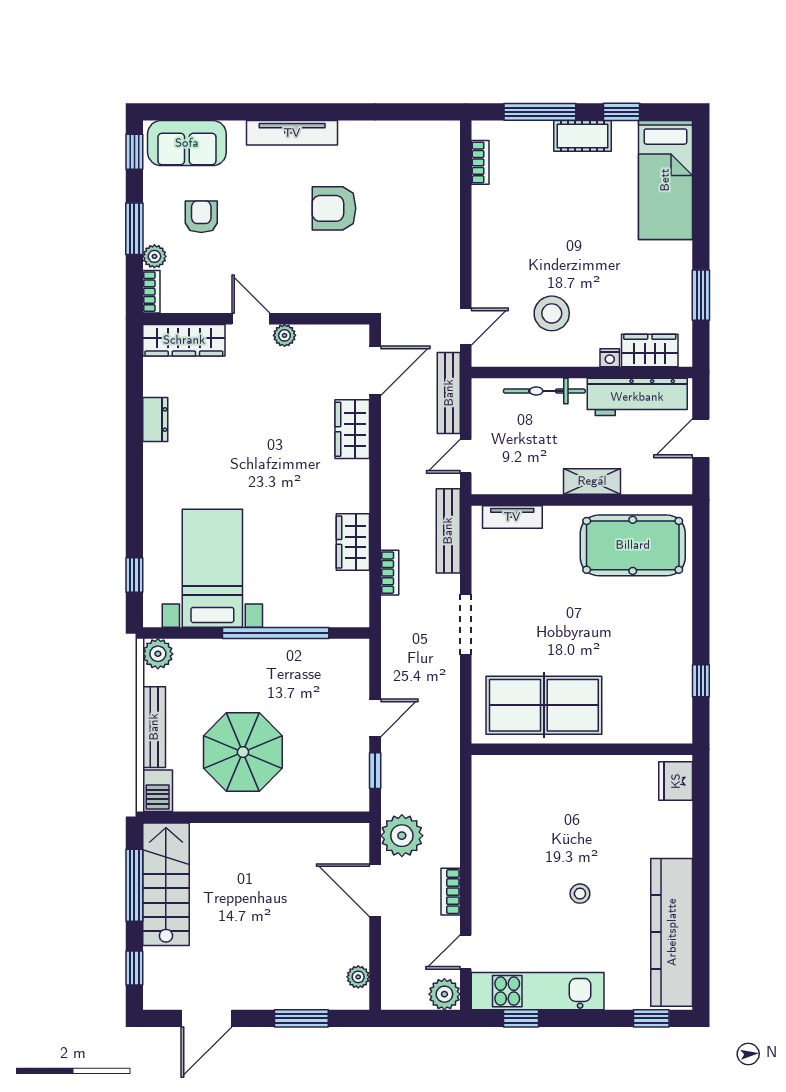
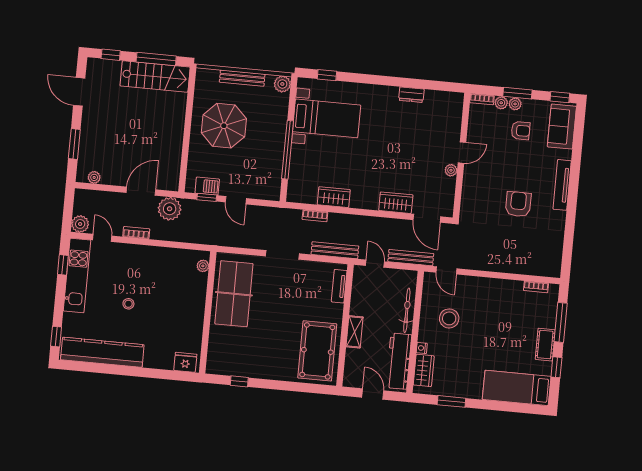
plant: (154, 231) -> (515, 104), added
wardrobe: (184, 340) -> (454, 115), removed
plant: (499, 766) -> (203, 266), added
barbecue: (158, 791) -> (207, 186), moved, turned 180

